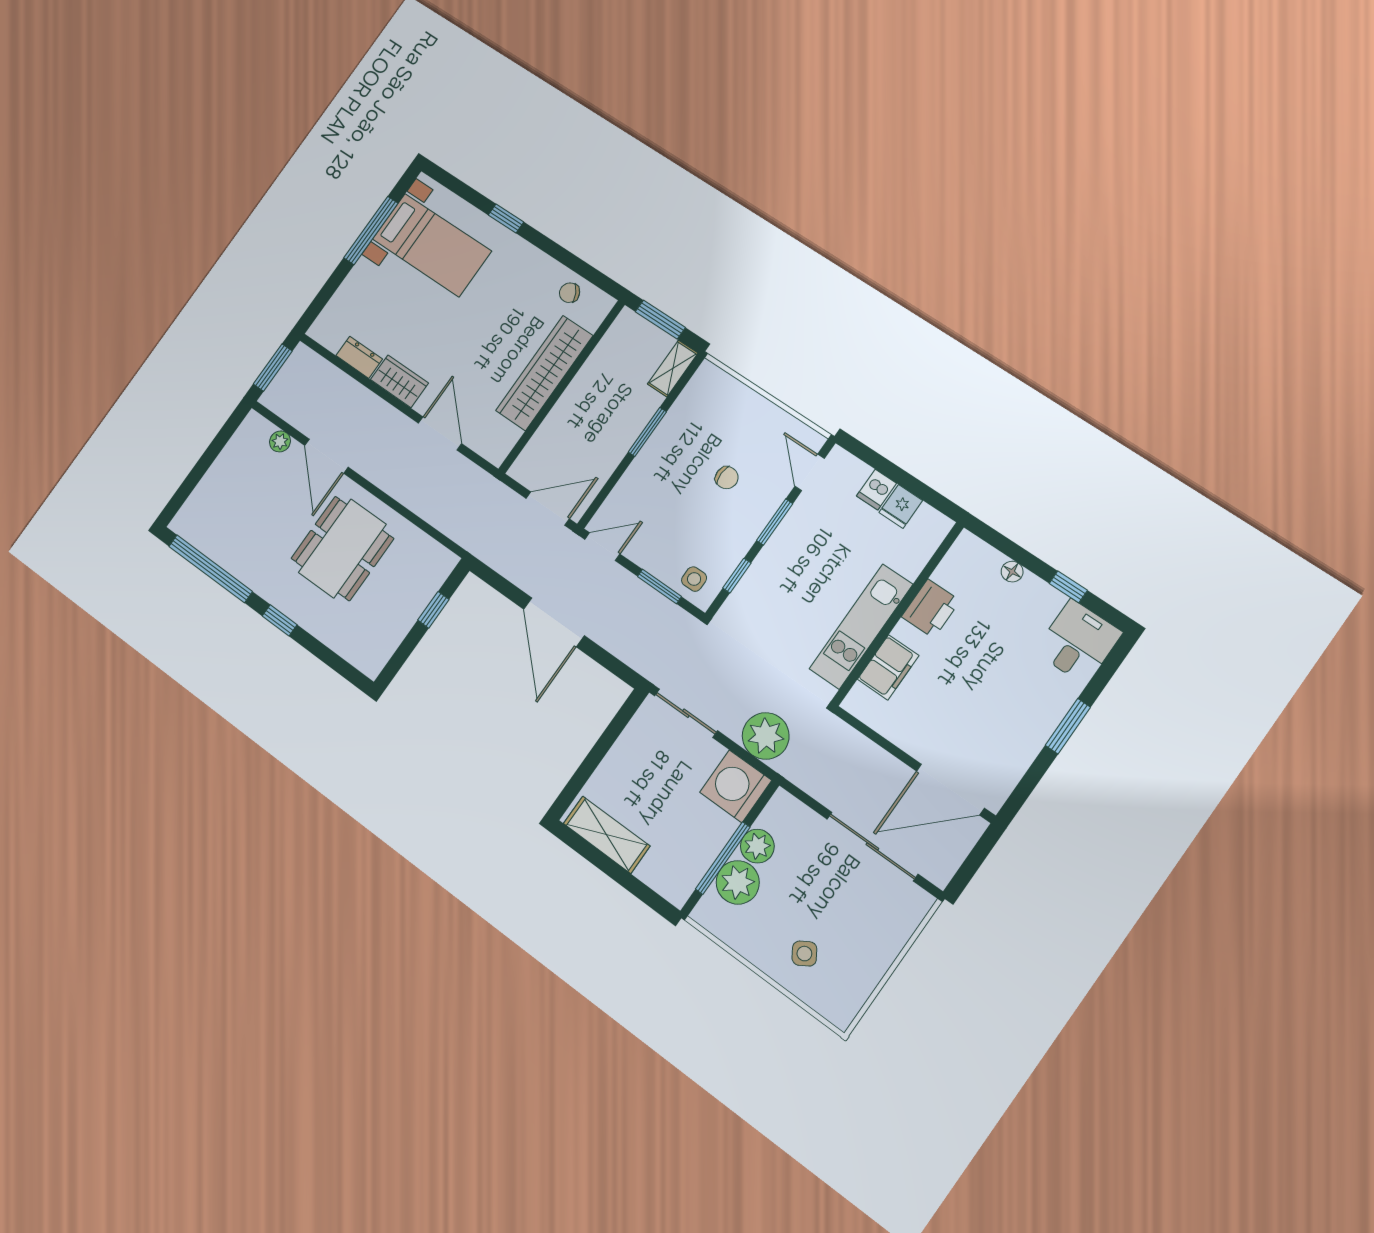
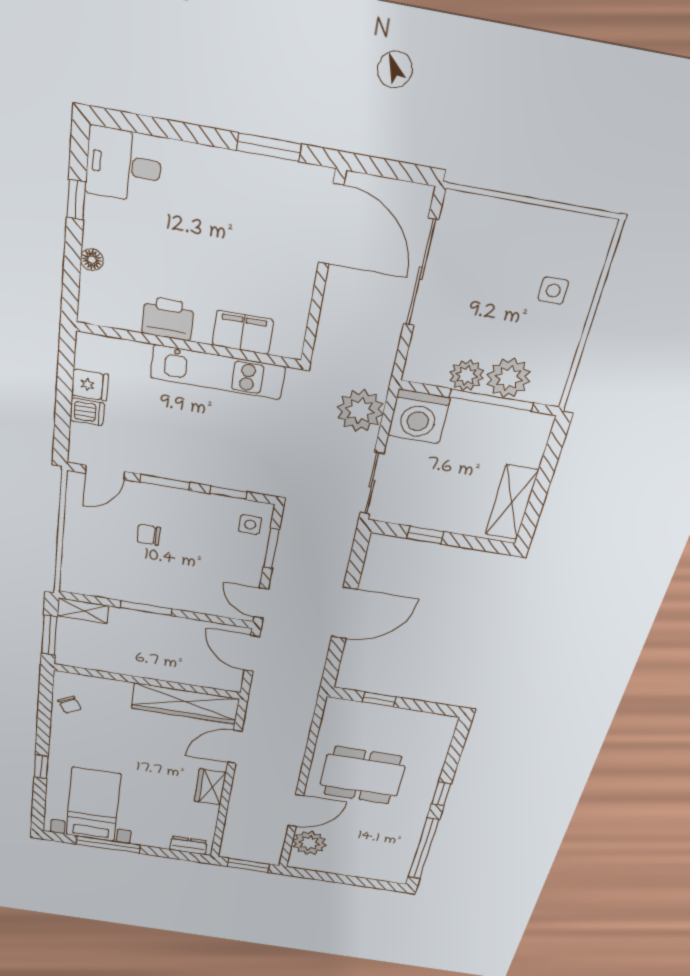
dresser: (359, 357) -> (188, 845), moved, turned 90
wardrobe: (544, 373) -> (185, 704), moved
plant: (280, 441) -> (309, 843), width x1.88, depth x1.88
chair: (727, 478) -> (149, 535), turned -90
window: (1068, 726) -> (269, 147), moved
window: (607, 739) -> (425, 535), added
side table: (804, 954) -> (553, 290), turned 32

